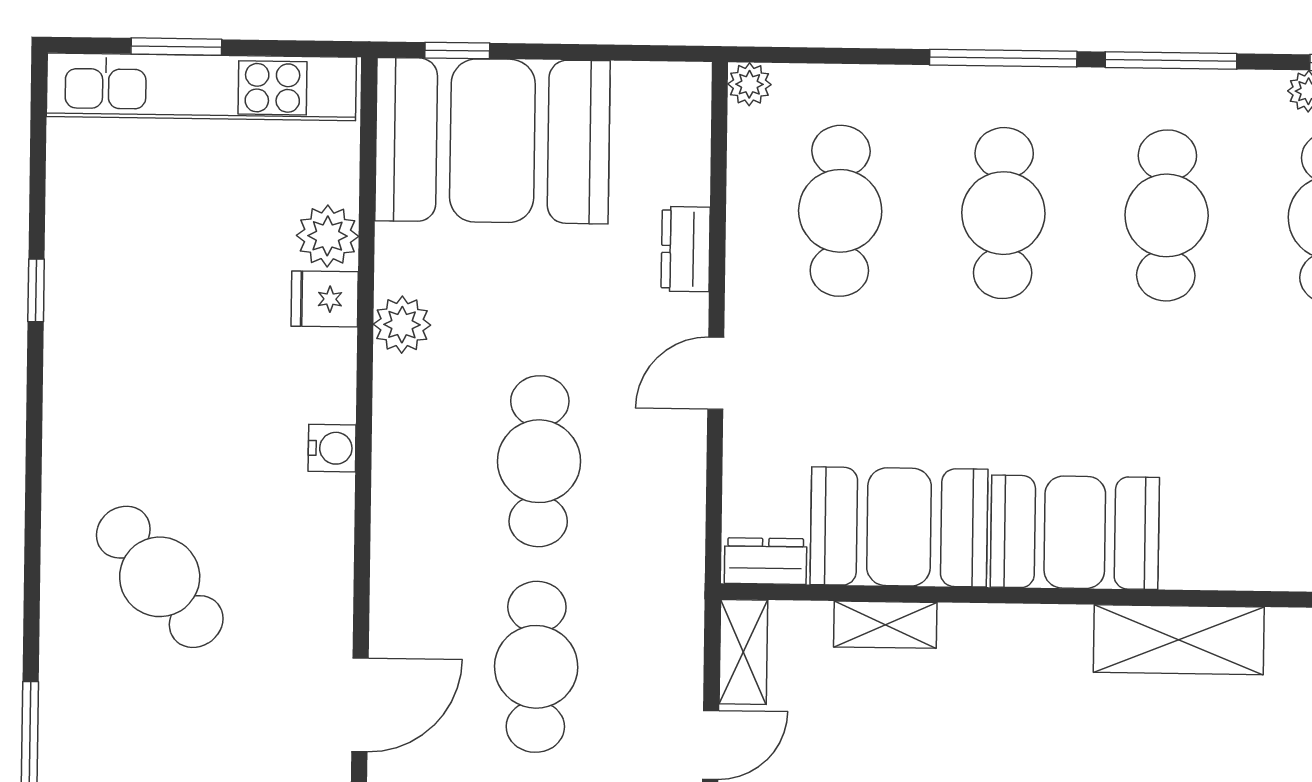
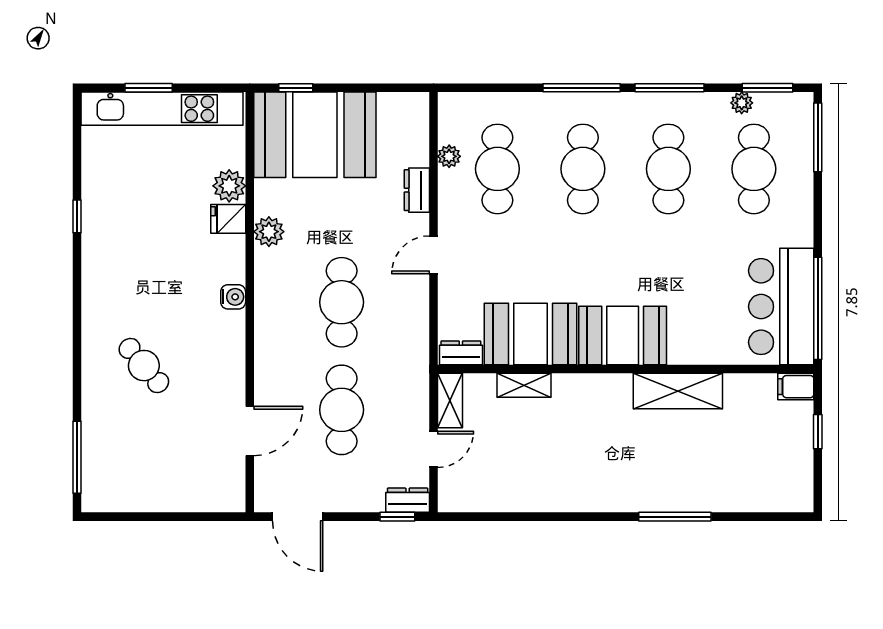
plant: (749, 84) -> (449, 156), moved
cafe table: (160, 577) -> (144, 366), width x0.73, depth x0.74

